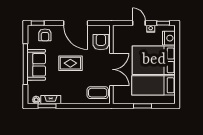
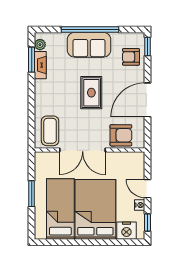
door: (139, 23) -> (148, 189), swing flipped

